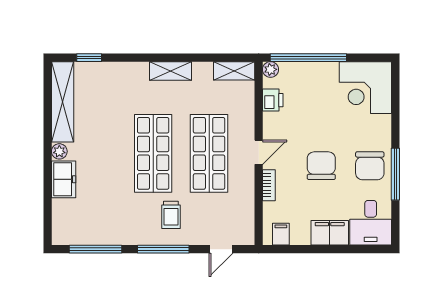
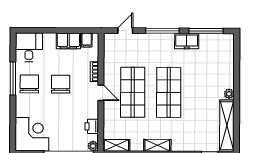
door: (259, 152) -> (101, 93), swing flipped
chair: (321, 166) -> (61, 84), turned 180
freezer: (64, 179) -> (187, 41), moved, turned -90
trolley: (171, 215) -> (157, 53), removed
filing cabinet: (330, 233) -> (68, 41), moved

